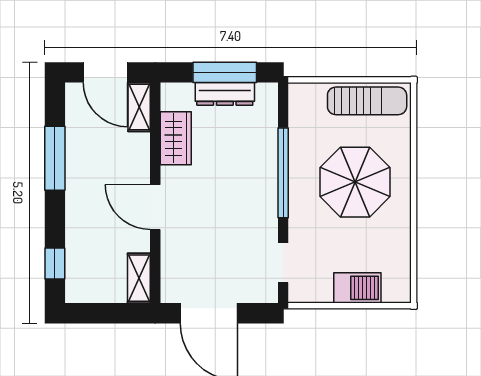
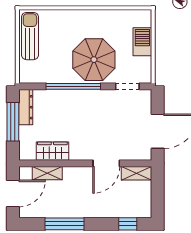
dresser: (225, 94) -> (26, 107), moved
shelving: (139, 107) -> (47, 173), moved
parasol: (355, 182) -> (94, 60), moved
door: (155, 207) -> (106, 163), moved

